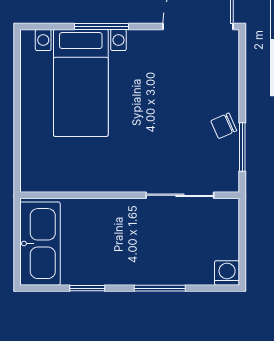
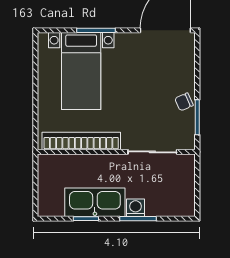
bookcase: (81, 180) -> (81, 141), added
kitchen sink: (40, 244) -> (95, 202), moved, turned -90
washing machine: (227, 273) -> (135, 208), moved

